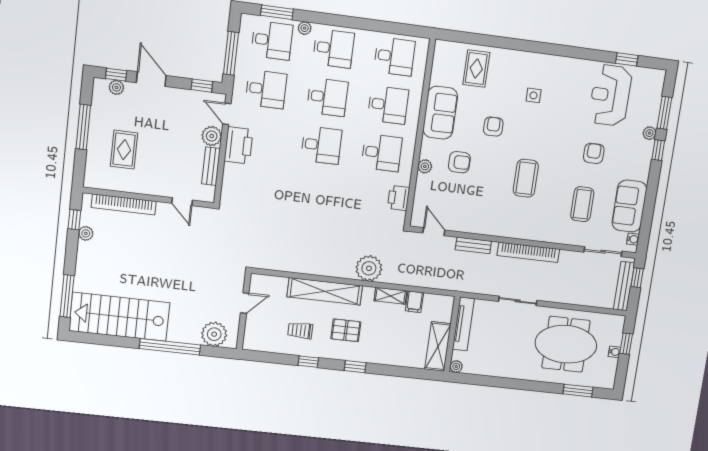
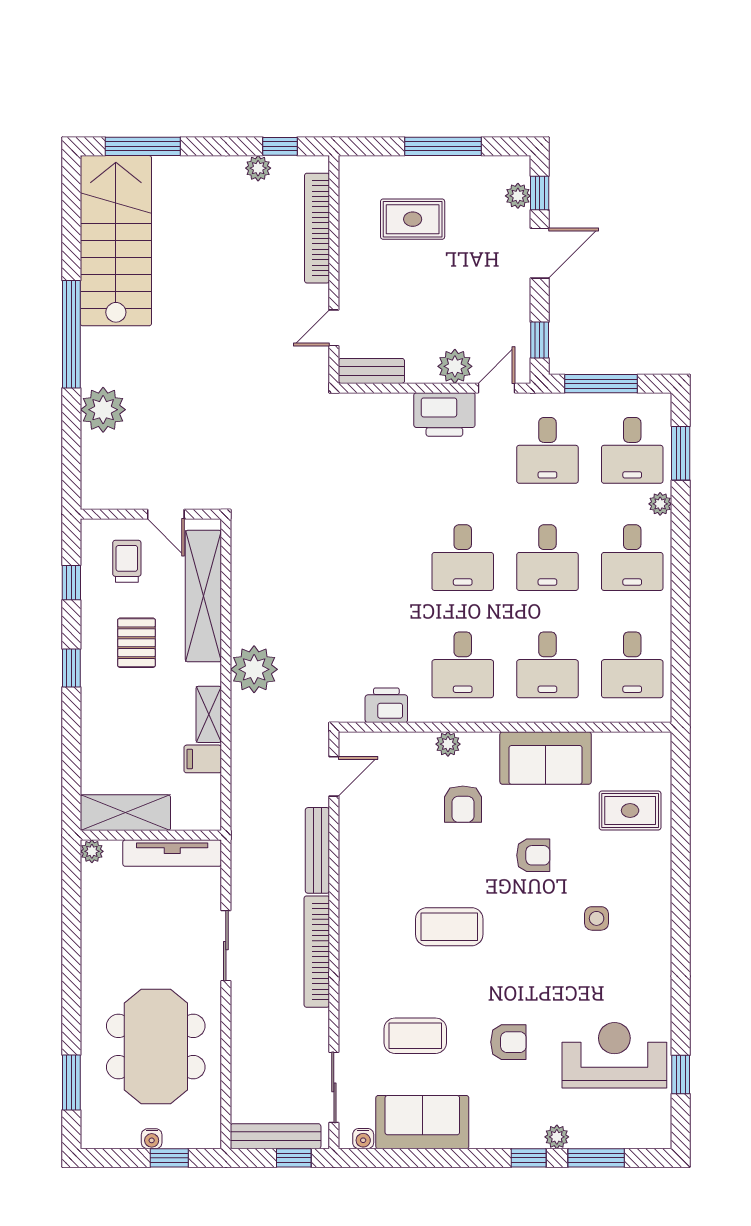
bench: (211, 166) -> (371, 371), moved
bench: (473, 245) -> (317, 850), width x1.36
door: (245, 303) -> (166, 514), moved
wall: (244, 311) -> (151, 514), moved

